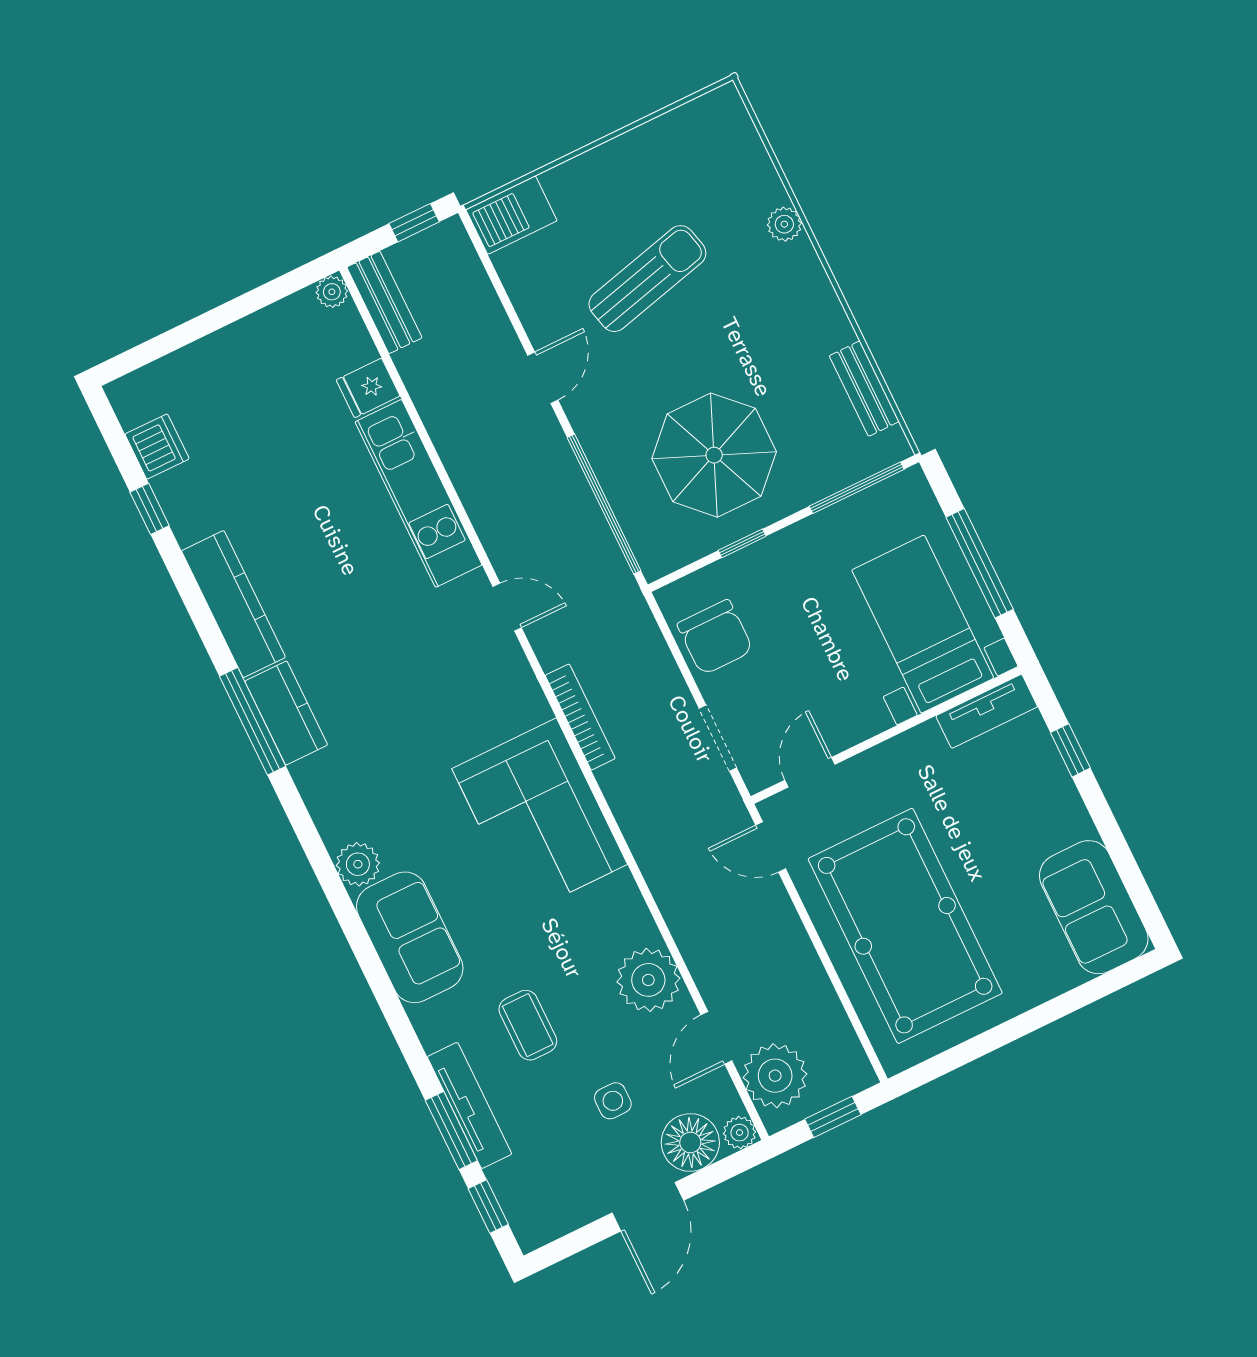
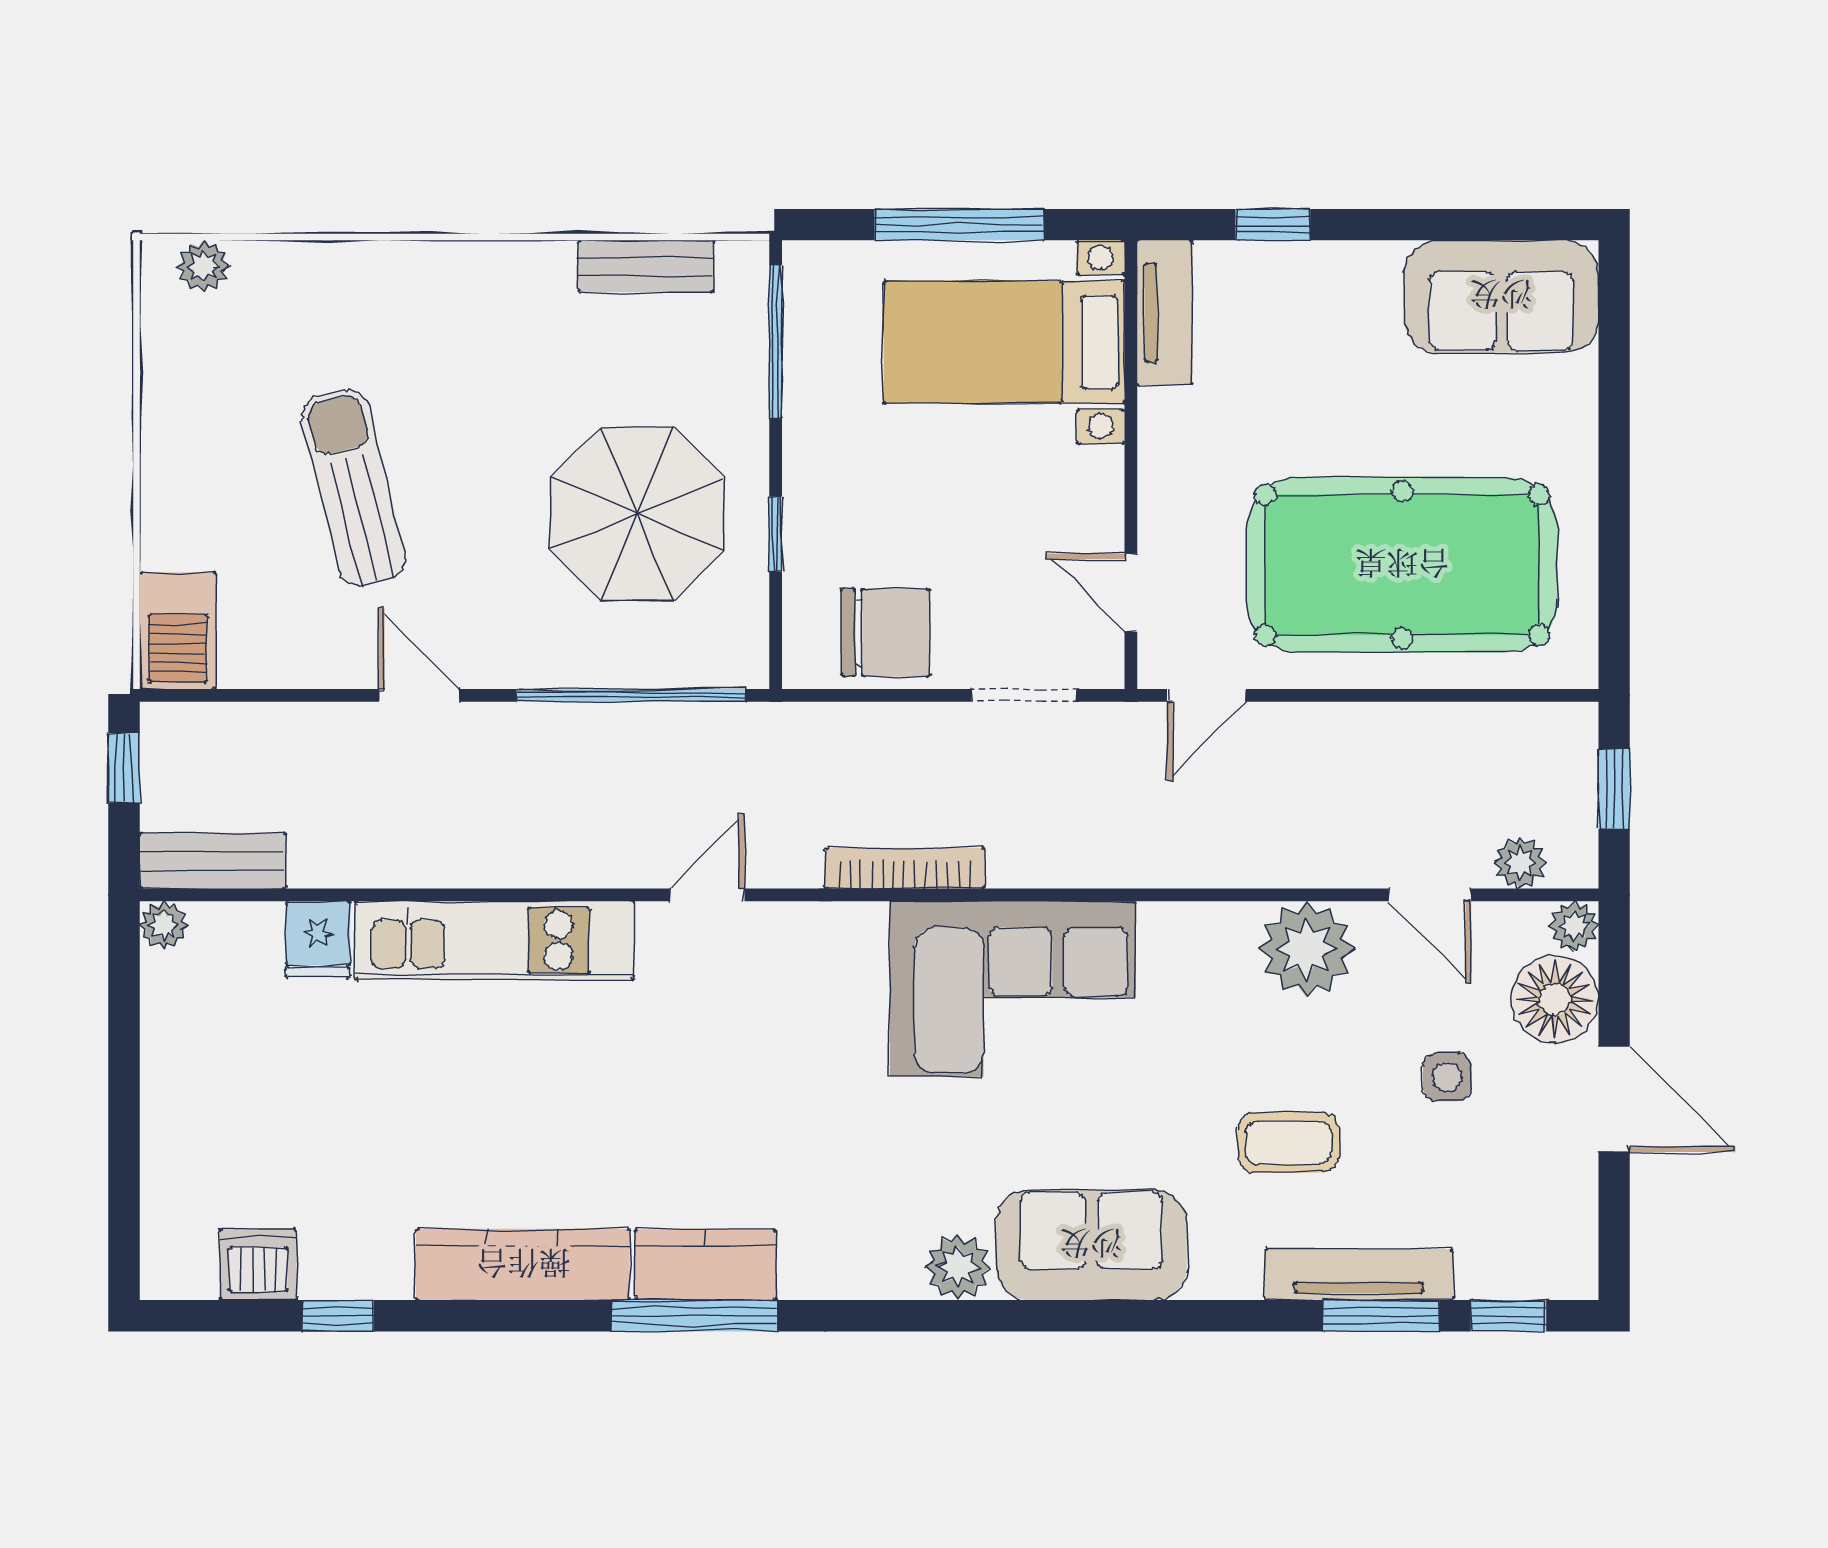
plant: (784, 224) -> (203, 266), moved
plant: (775, 1076) -> (1520, 863), width x0.53, depth x0.53

